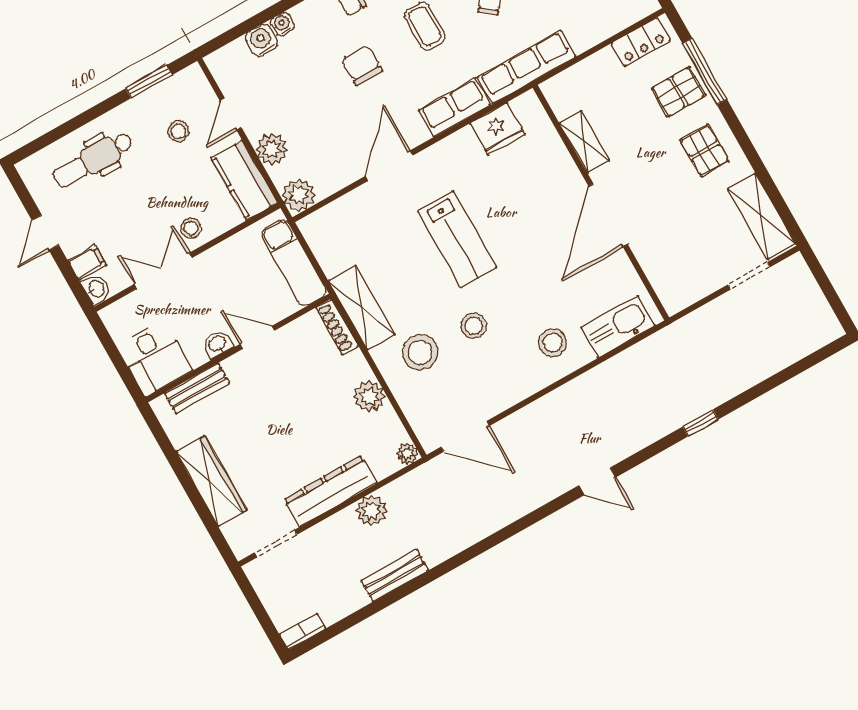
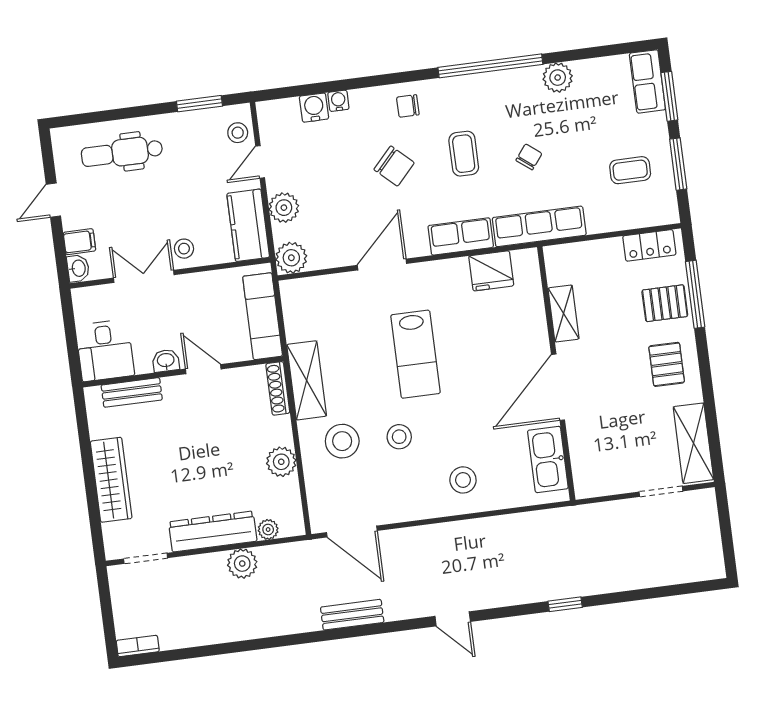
chair: (362, 65) -> (394, 166), turned 133
stool: (178, 131) -> (238, 133), moved
kitchen sink: (618, 327) -> (548, 459), moved, turned -90
plant: (407, 454) -> (268, 529), moved
bench: (395, 575) -> (352, 615), moved

